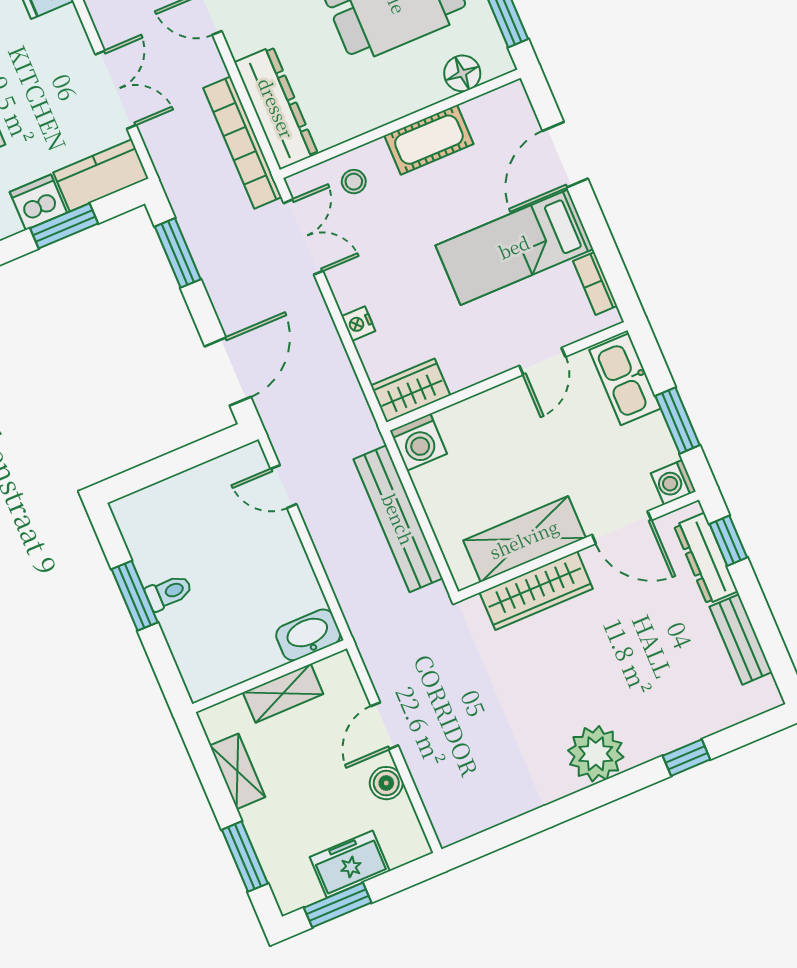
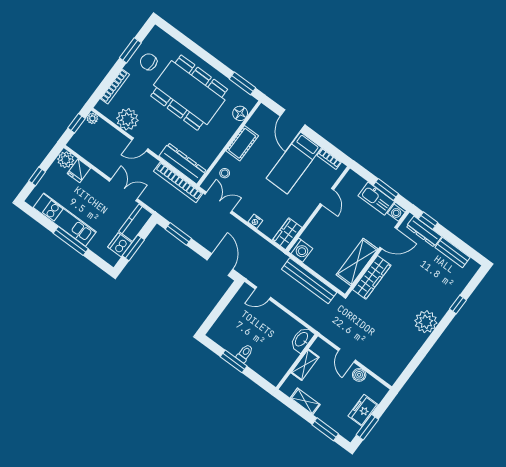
kitchen sink: (625, 379) -> (376, 199), moved

